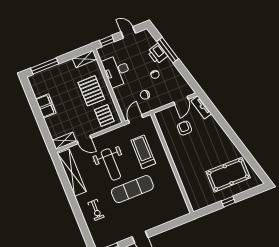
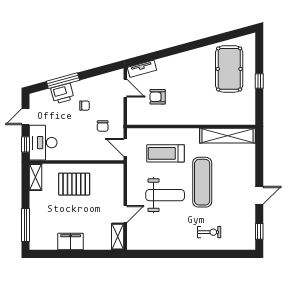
desk: (117, 71) -> (43, 143), moved, turned 90
pallet: (104, 116) -> (107, 181), removed
shelving: (72, 173) -> (228, 136), moved

